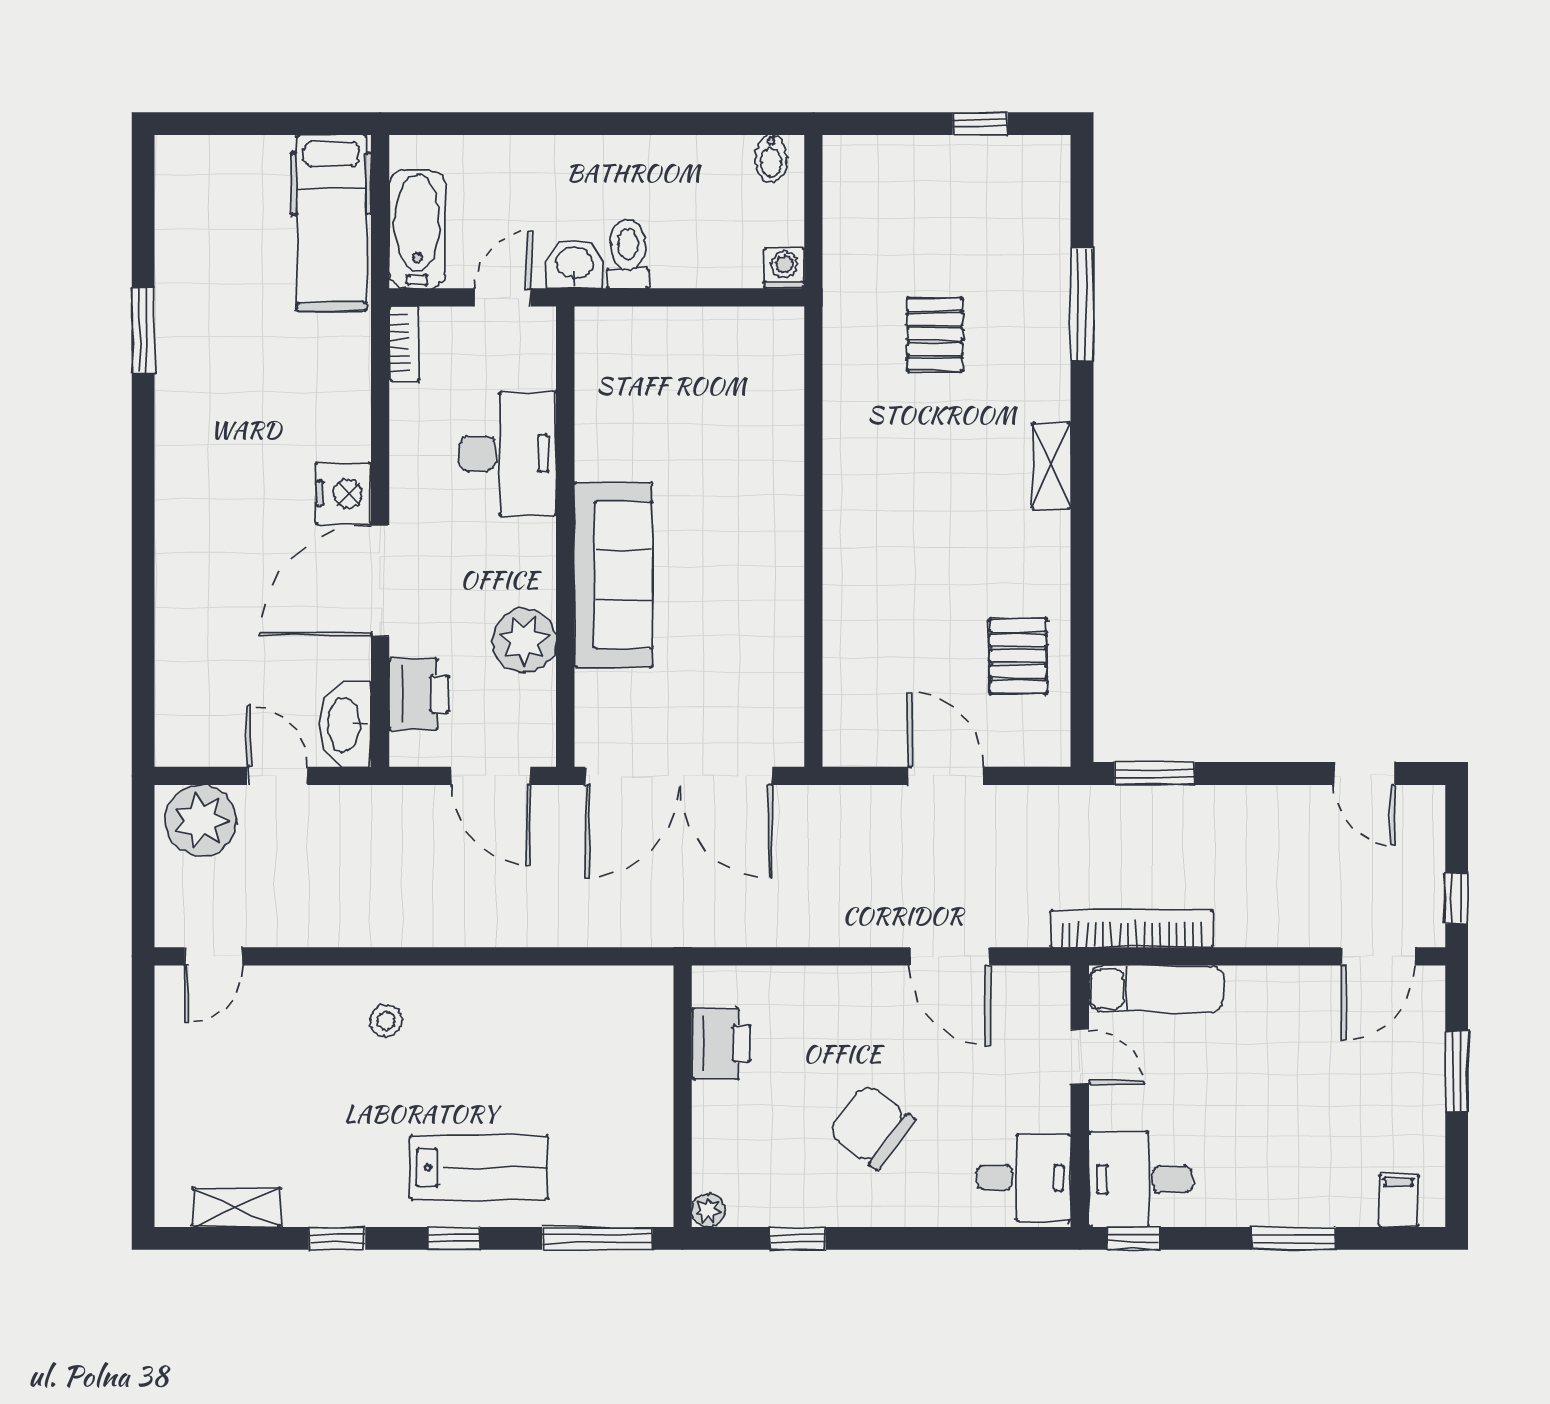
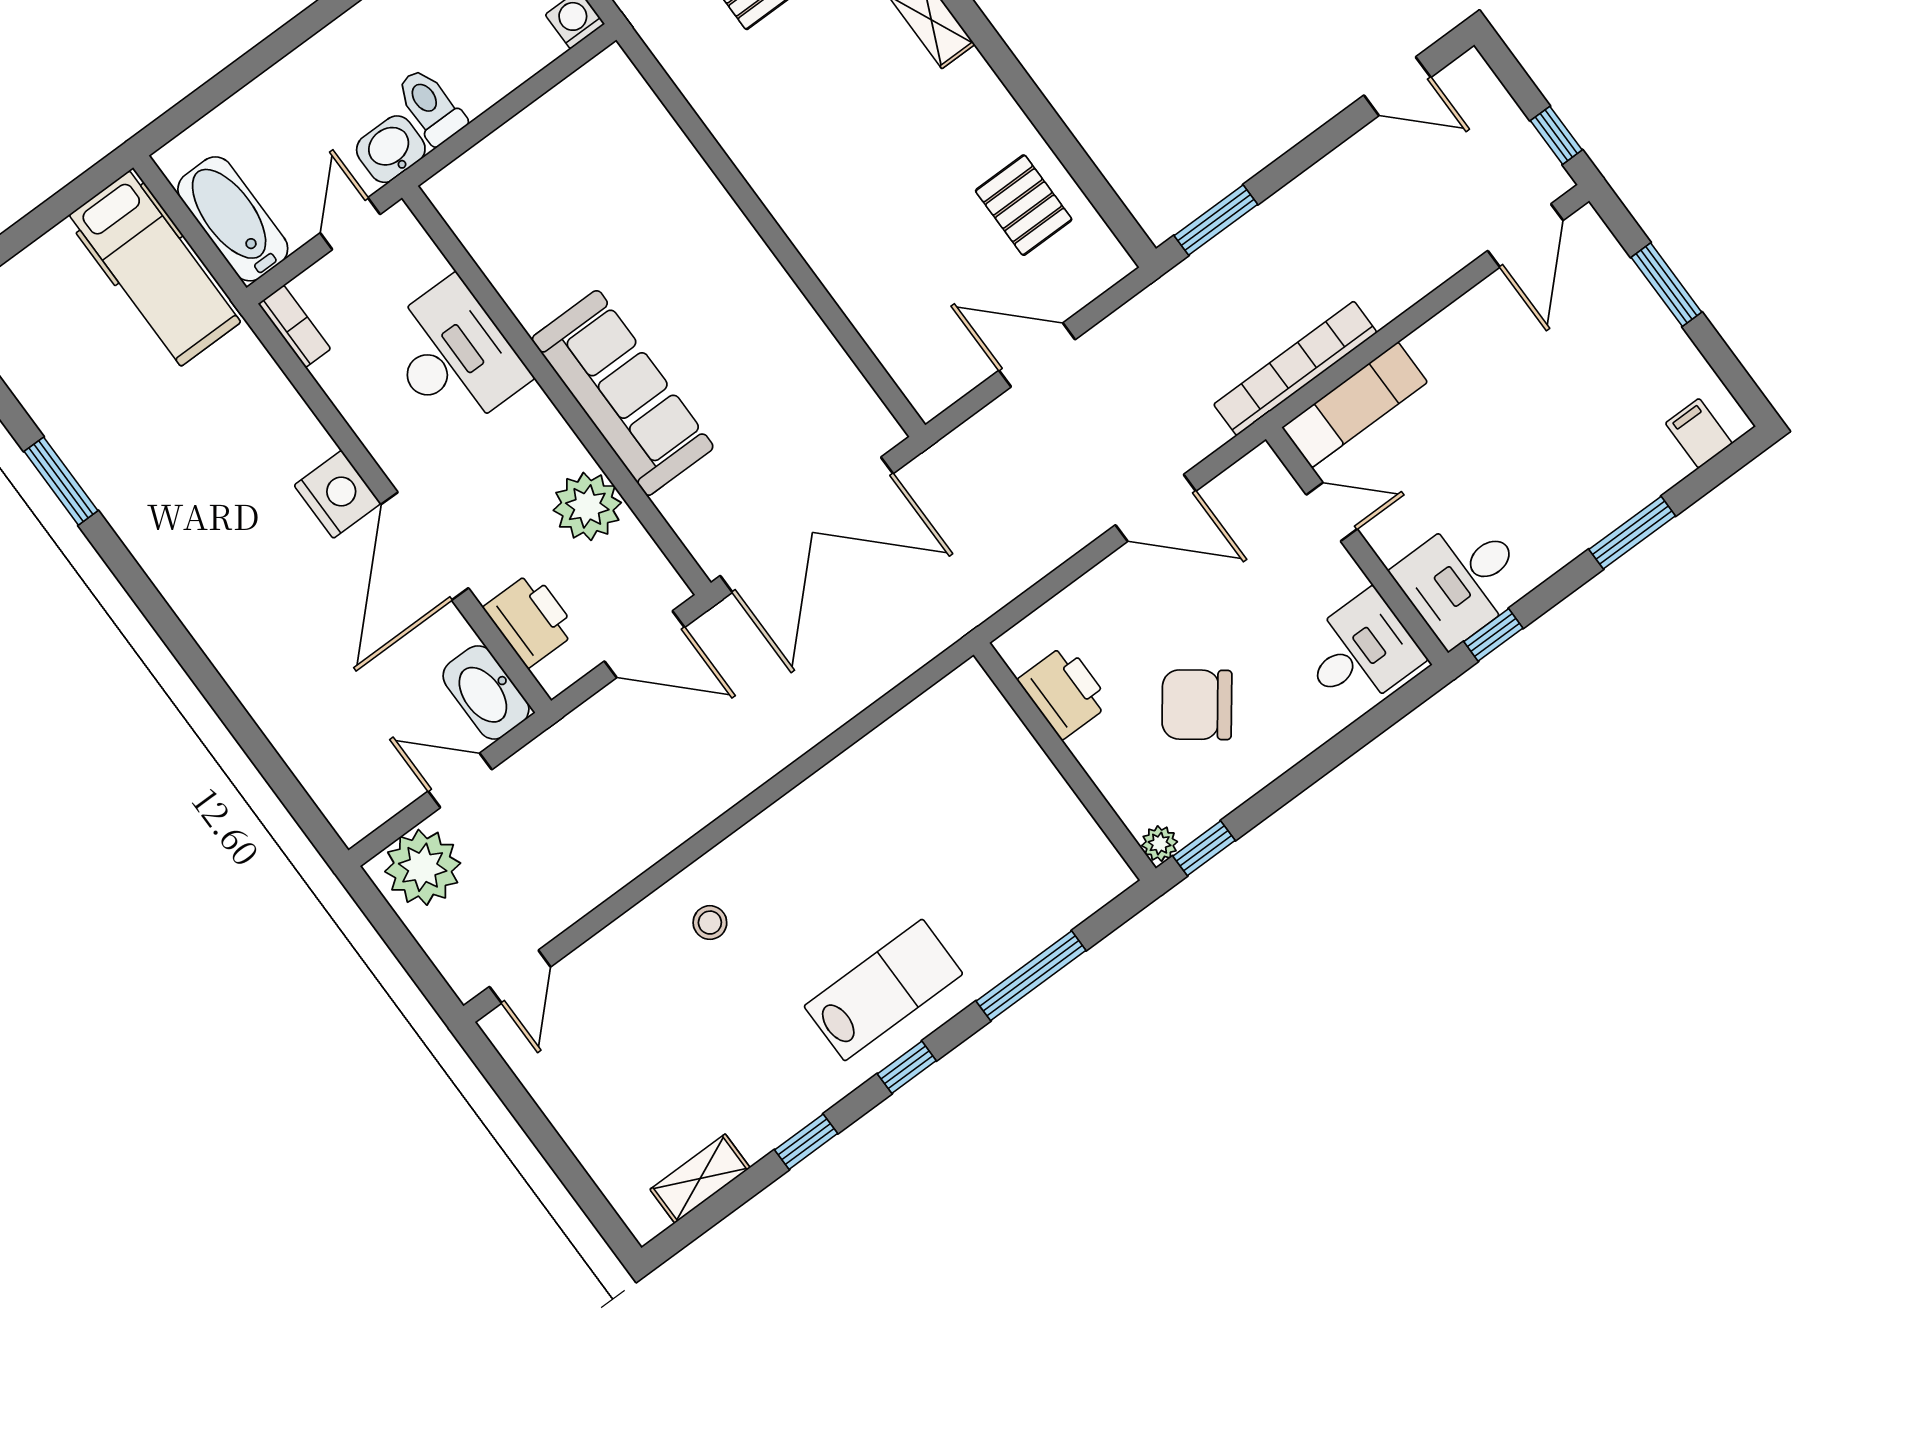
printer: (721, 1044) -> (1064, 692), moved
wall: (683, 1096) -> (1065, 762), moved
plant: (708, 1210) -> (1160, 844), moved

